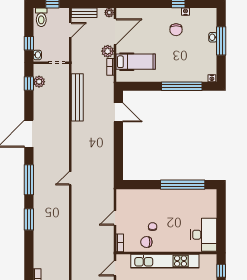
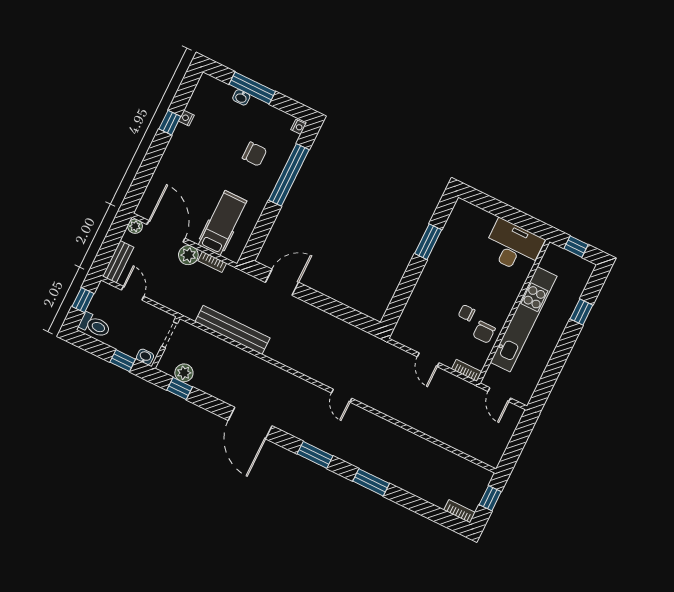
chair: (176, 30) -> (255, 154), moved
window: (29, 180) -> (315, 455), width x0.69
window: (183, 185) -> (428, 242), width x0.47

